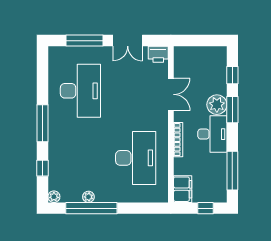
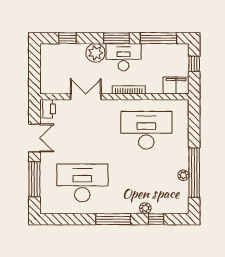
window: (232, 110) -> (116, 38), moved
plant: (54, 197) -> (145, 208), moved

